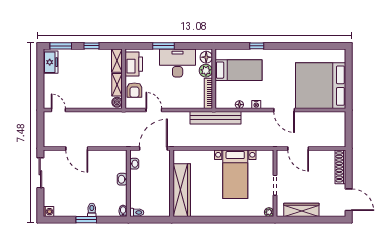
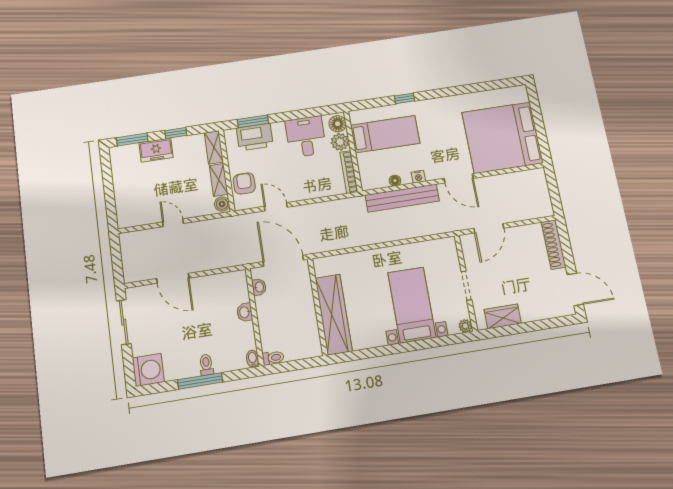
window: (164, 46) -> (253, 121), moved
freezer: (51, 62) -> (156, 150), moved, turned 90
desk: (178, 63) -> (306, 137), width x0.73
printer: (134, 64) -> (255, 137), moved, turned 90
armchair: (134, 90) -> (244, 184), turned 180
door: (58, 110) -> (173, 223), moved
bench: (216, 118) -> (402, 198), moved
door: (153, 148) -> (283, 261), hinge flipped
door: (298, 148) -> (489, 228), hinge flipped
bed with nightstands: (235, 174) -> (412, 305), moved, turned 180
wardrobe: (301, 210) -> (503, 316), width x0.67
washing machine: (48, 212) -> (148, 370), width x1.89, depth x1.89
window: (86, 220) -> (200, 381), width x1.44

